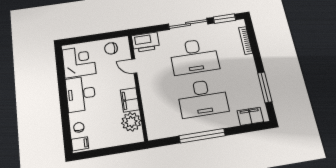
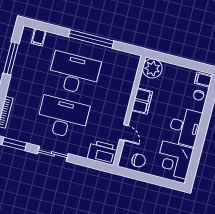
sliding door: (188, 24) -> (53, 154), width x0.73
filing cabinet: (250, 116) -> (39, 37), width x0.50
plant: (131, 122) -> (152, 68), moved

